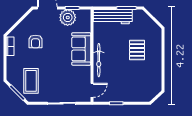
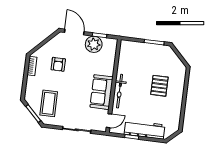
workbench: (113, 17) -> (145, 130), moved, turned 180
sofa: (81, 49) -> (102, 92), moved

